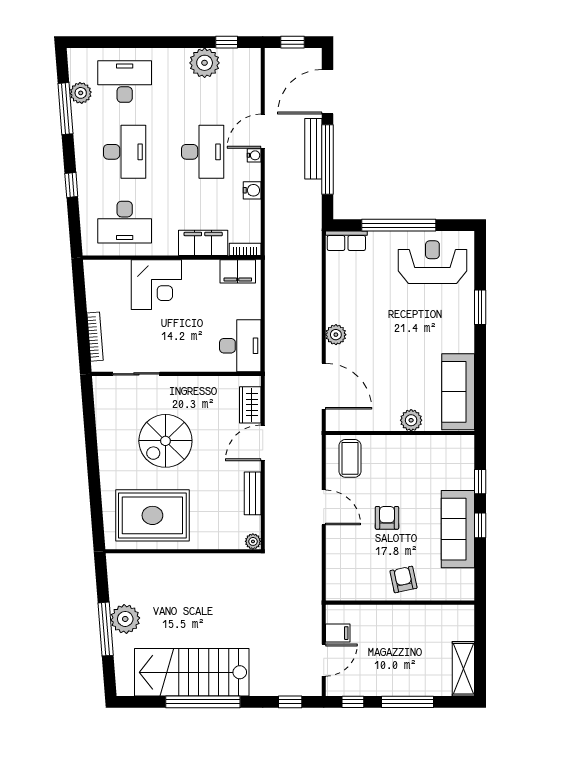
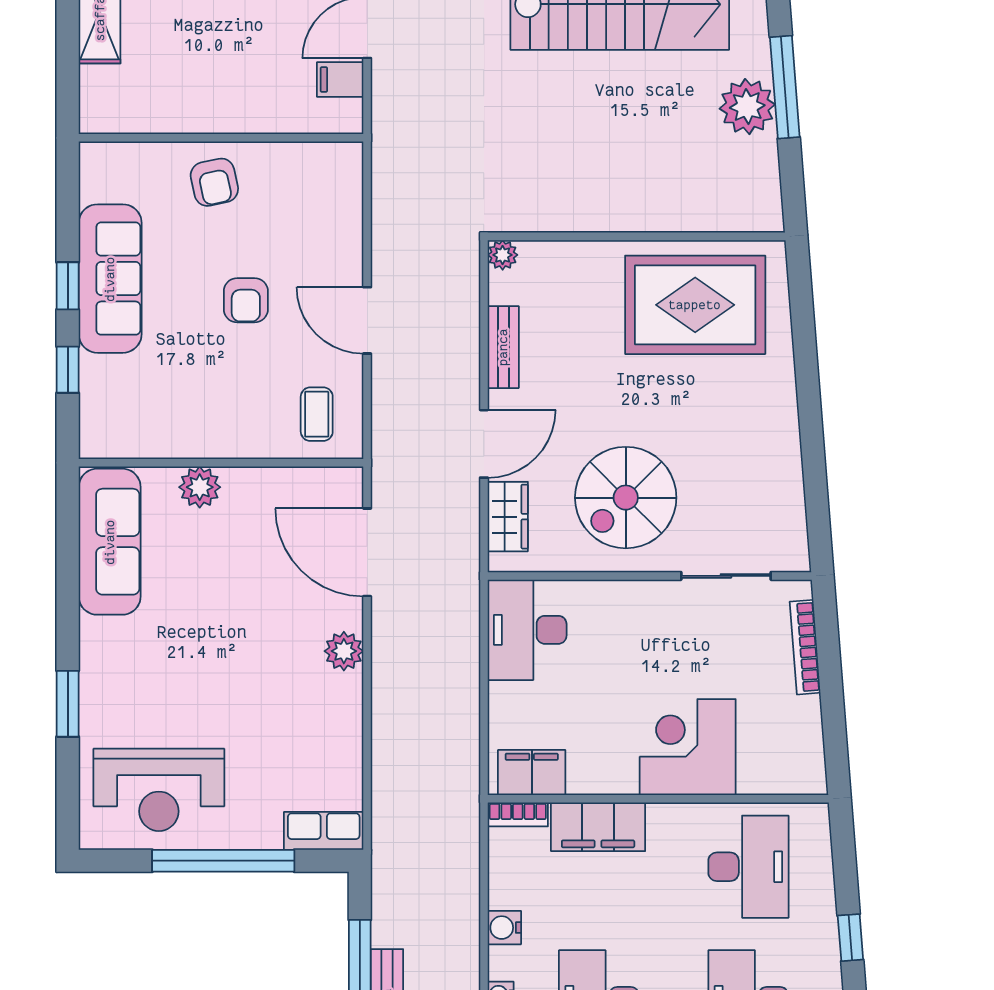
desk: (125, 222) -> (748, 867), turned 90
spiral stairs: (165, 441) -> (626, 498), moved, turned 180
coffee table: (350, 458) -> (317, 414), width x0.73, depth x0.77

